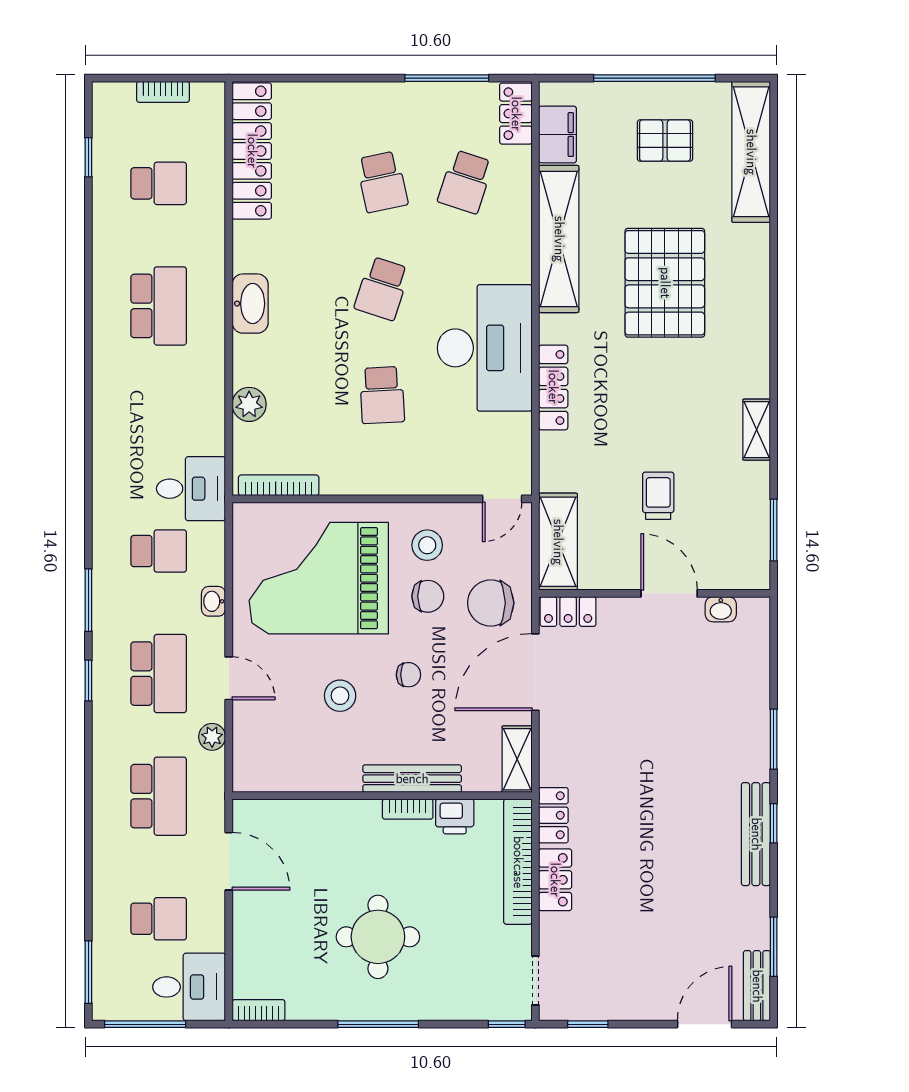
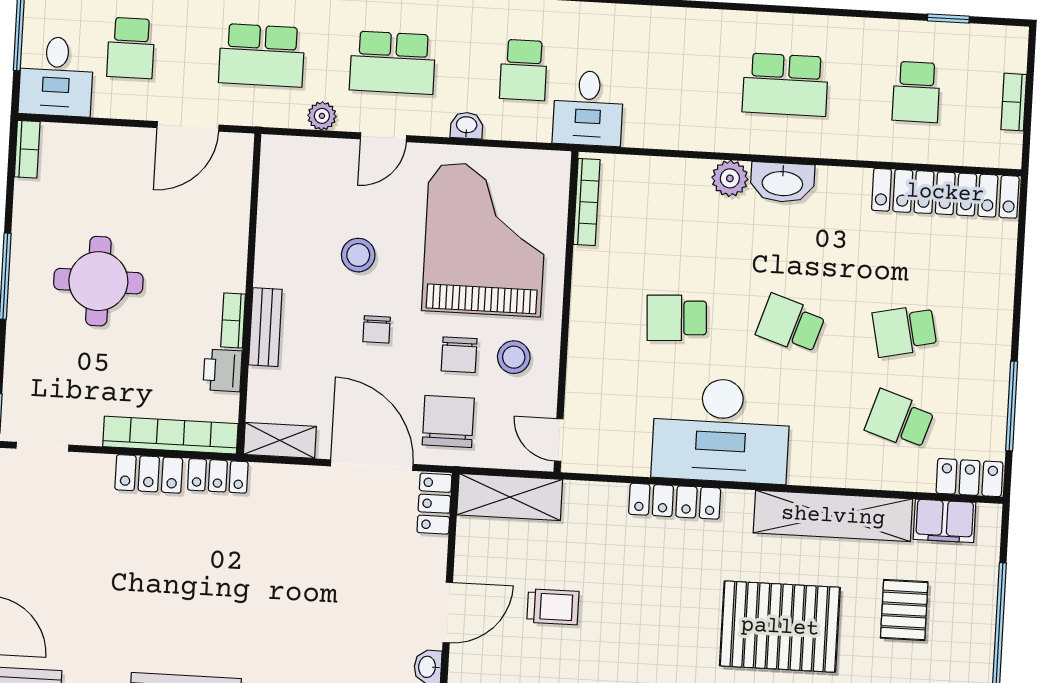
pallet: (665, 141) -> (904, 610), moved
plant: (249, 404) -> (730, 178), moved
bench: (412, 779) -> (265, 327), width x0.73

